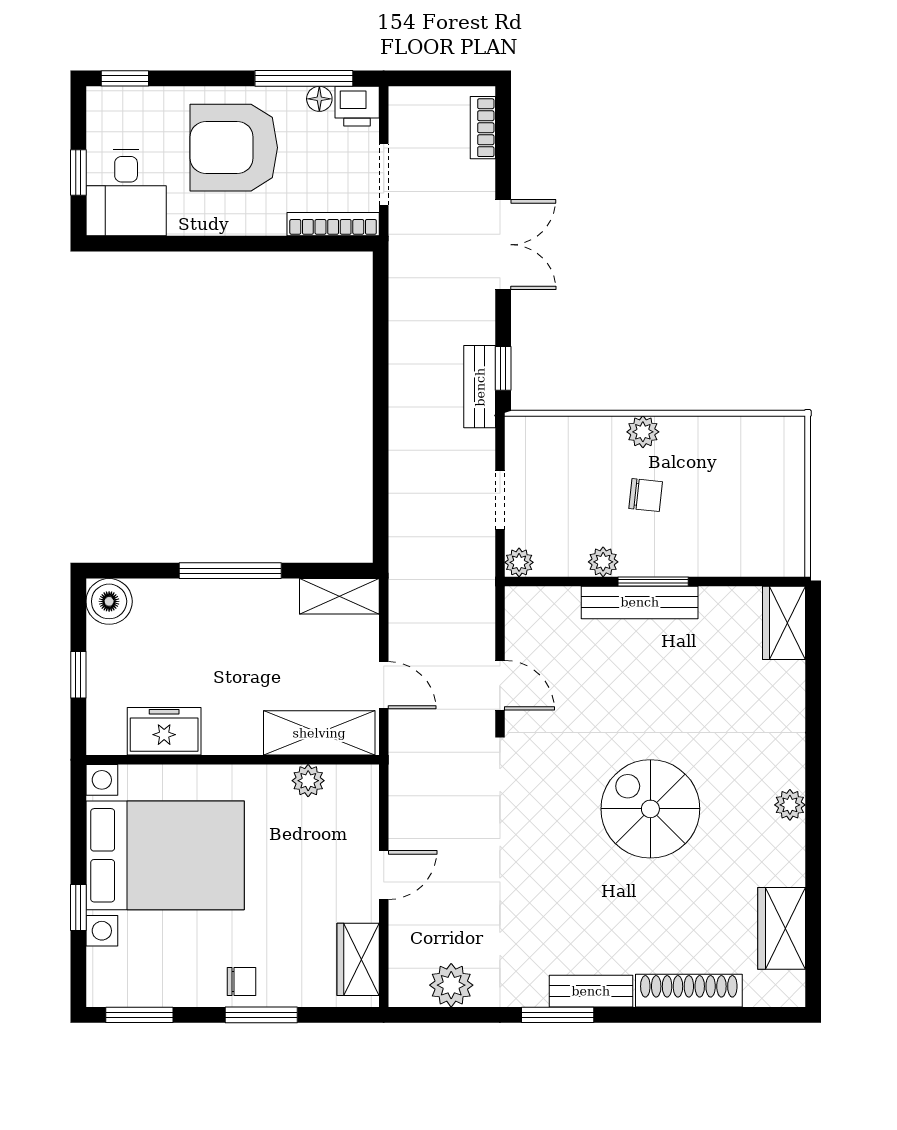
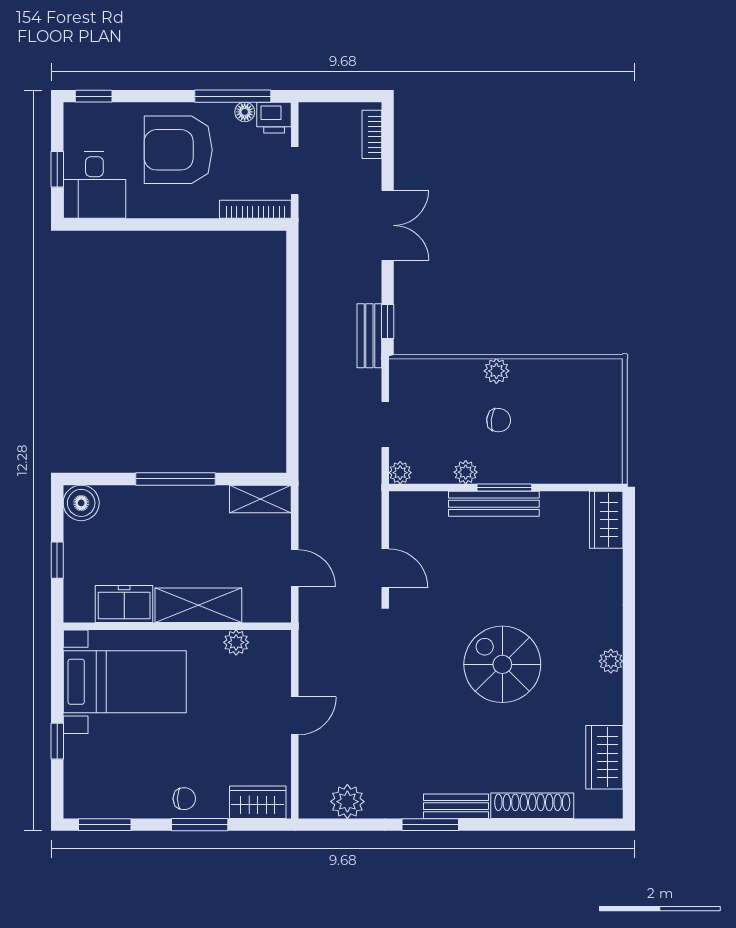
shelving: (319, 733) -> (198, 605), moved
bed with nightstands: (165, 855) -> (125, 682), width x0.73
wardrobe: (358, 959) -> (258, 802), moved, turned 90

